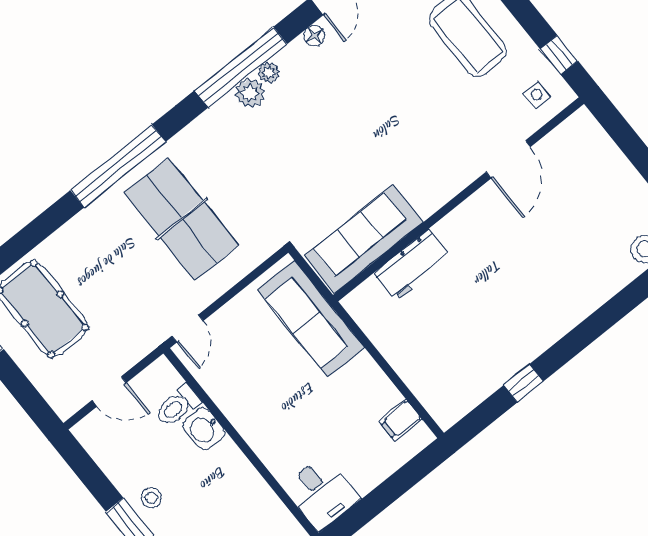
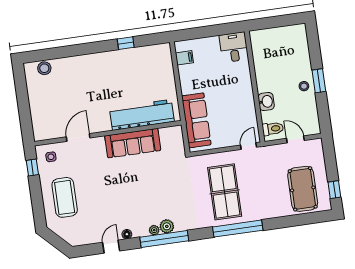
sofa: (364, 239) -> (133, 143), moved
workbench: (412, 265) -> (142, 115), width x1.88, depth x1.32
toilet: (178, 406) -> (273, 129), moved

